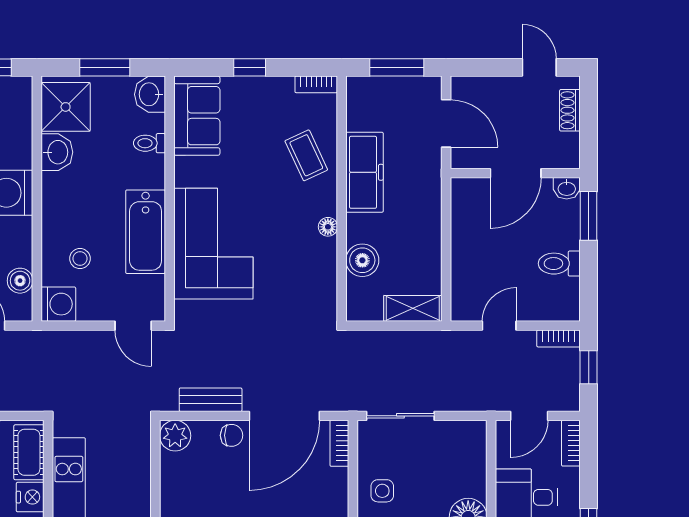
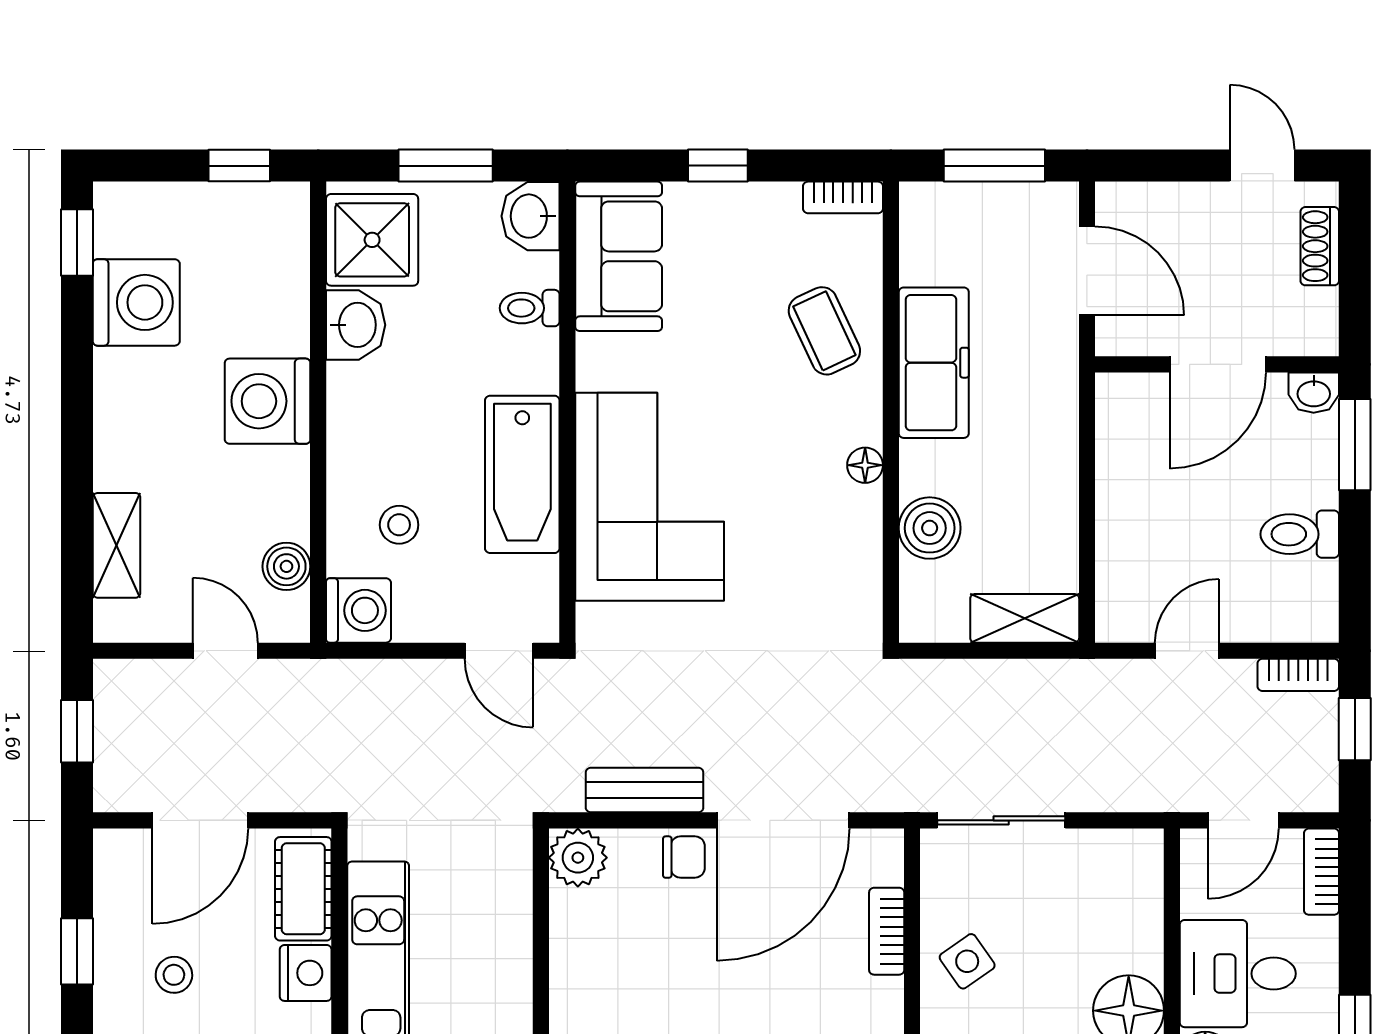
bookcase: (339, 443) -> (887, 931), moved
side table: (382, 491) -> (967, 961), turned -35

